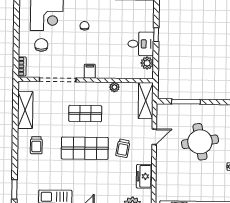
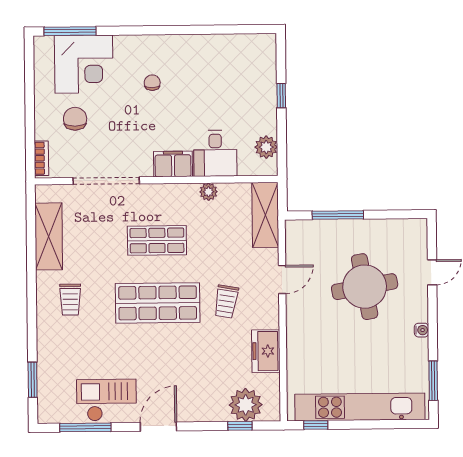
desk: (141, 44) -> (215, 153), moved, turned 90
filing cabinet: (90, 71) -> (173, 164), width x2.00

